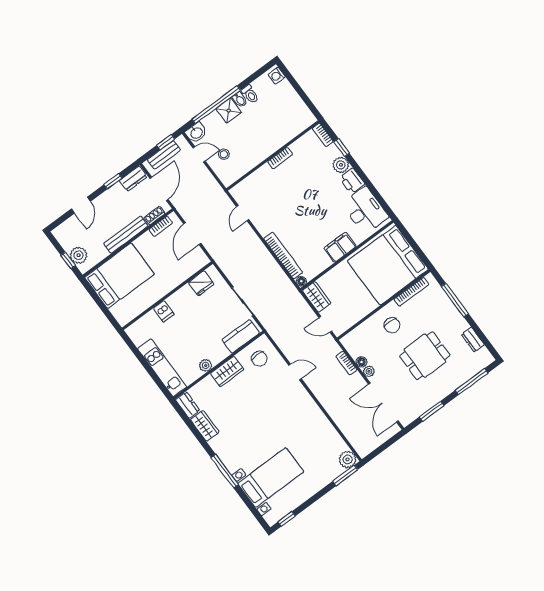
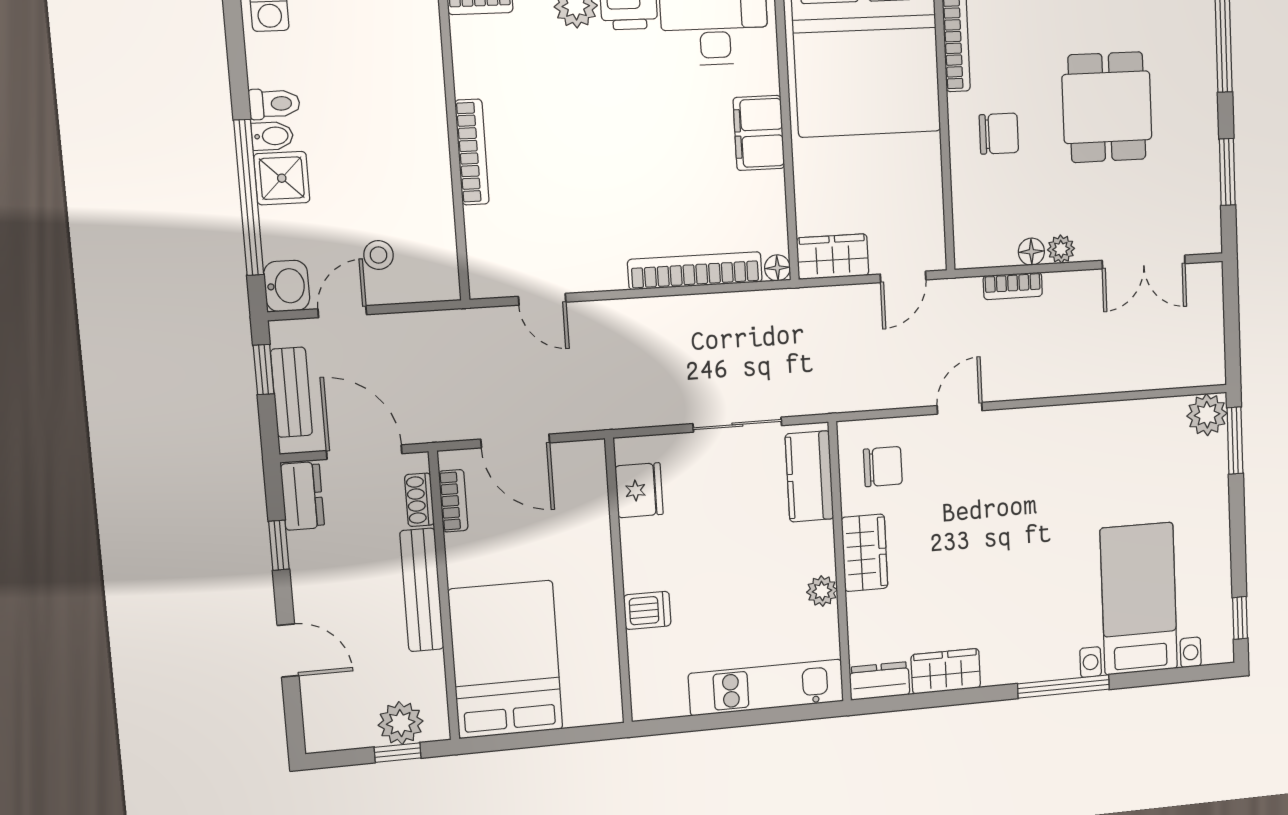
bookcase: (280, 158) -> (472, 152), width x1.56
double door: (383, 403) -> (1144, 262), width x0.73

